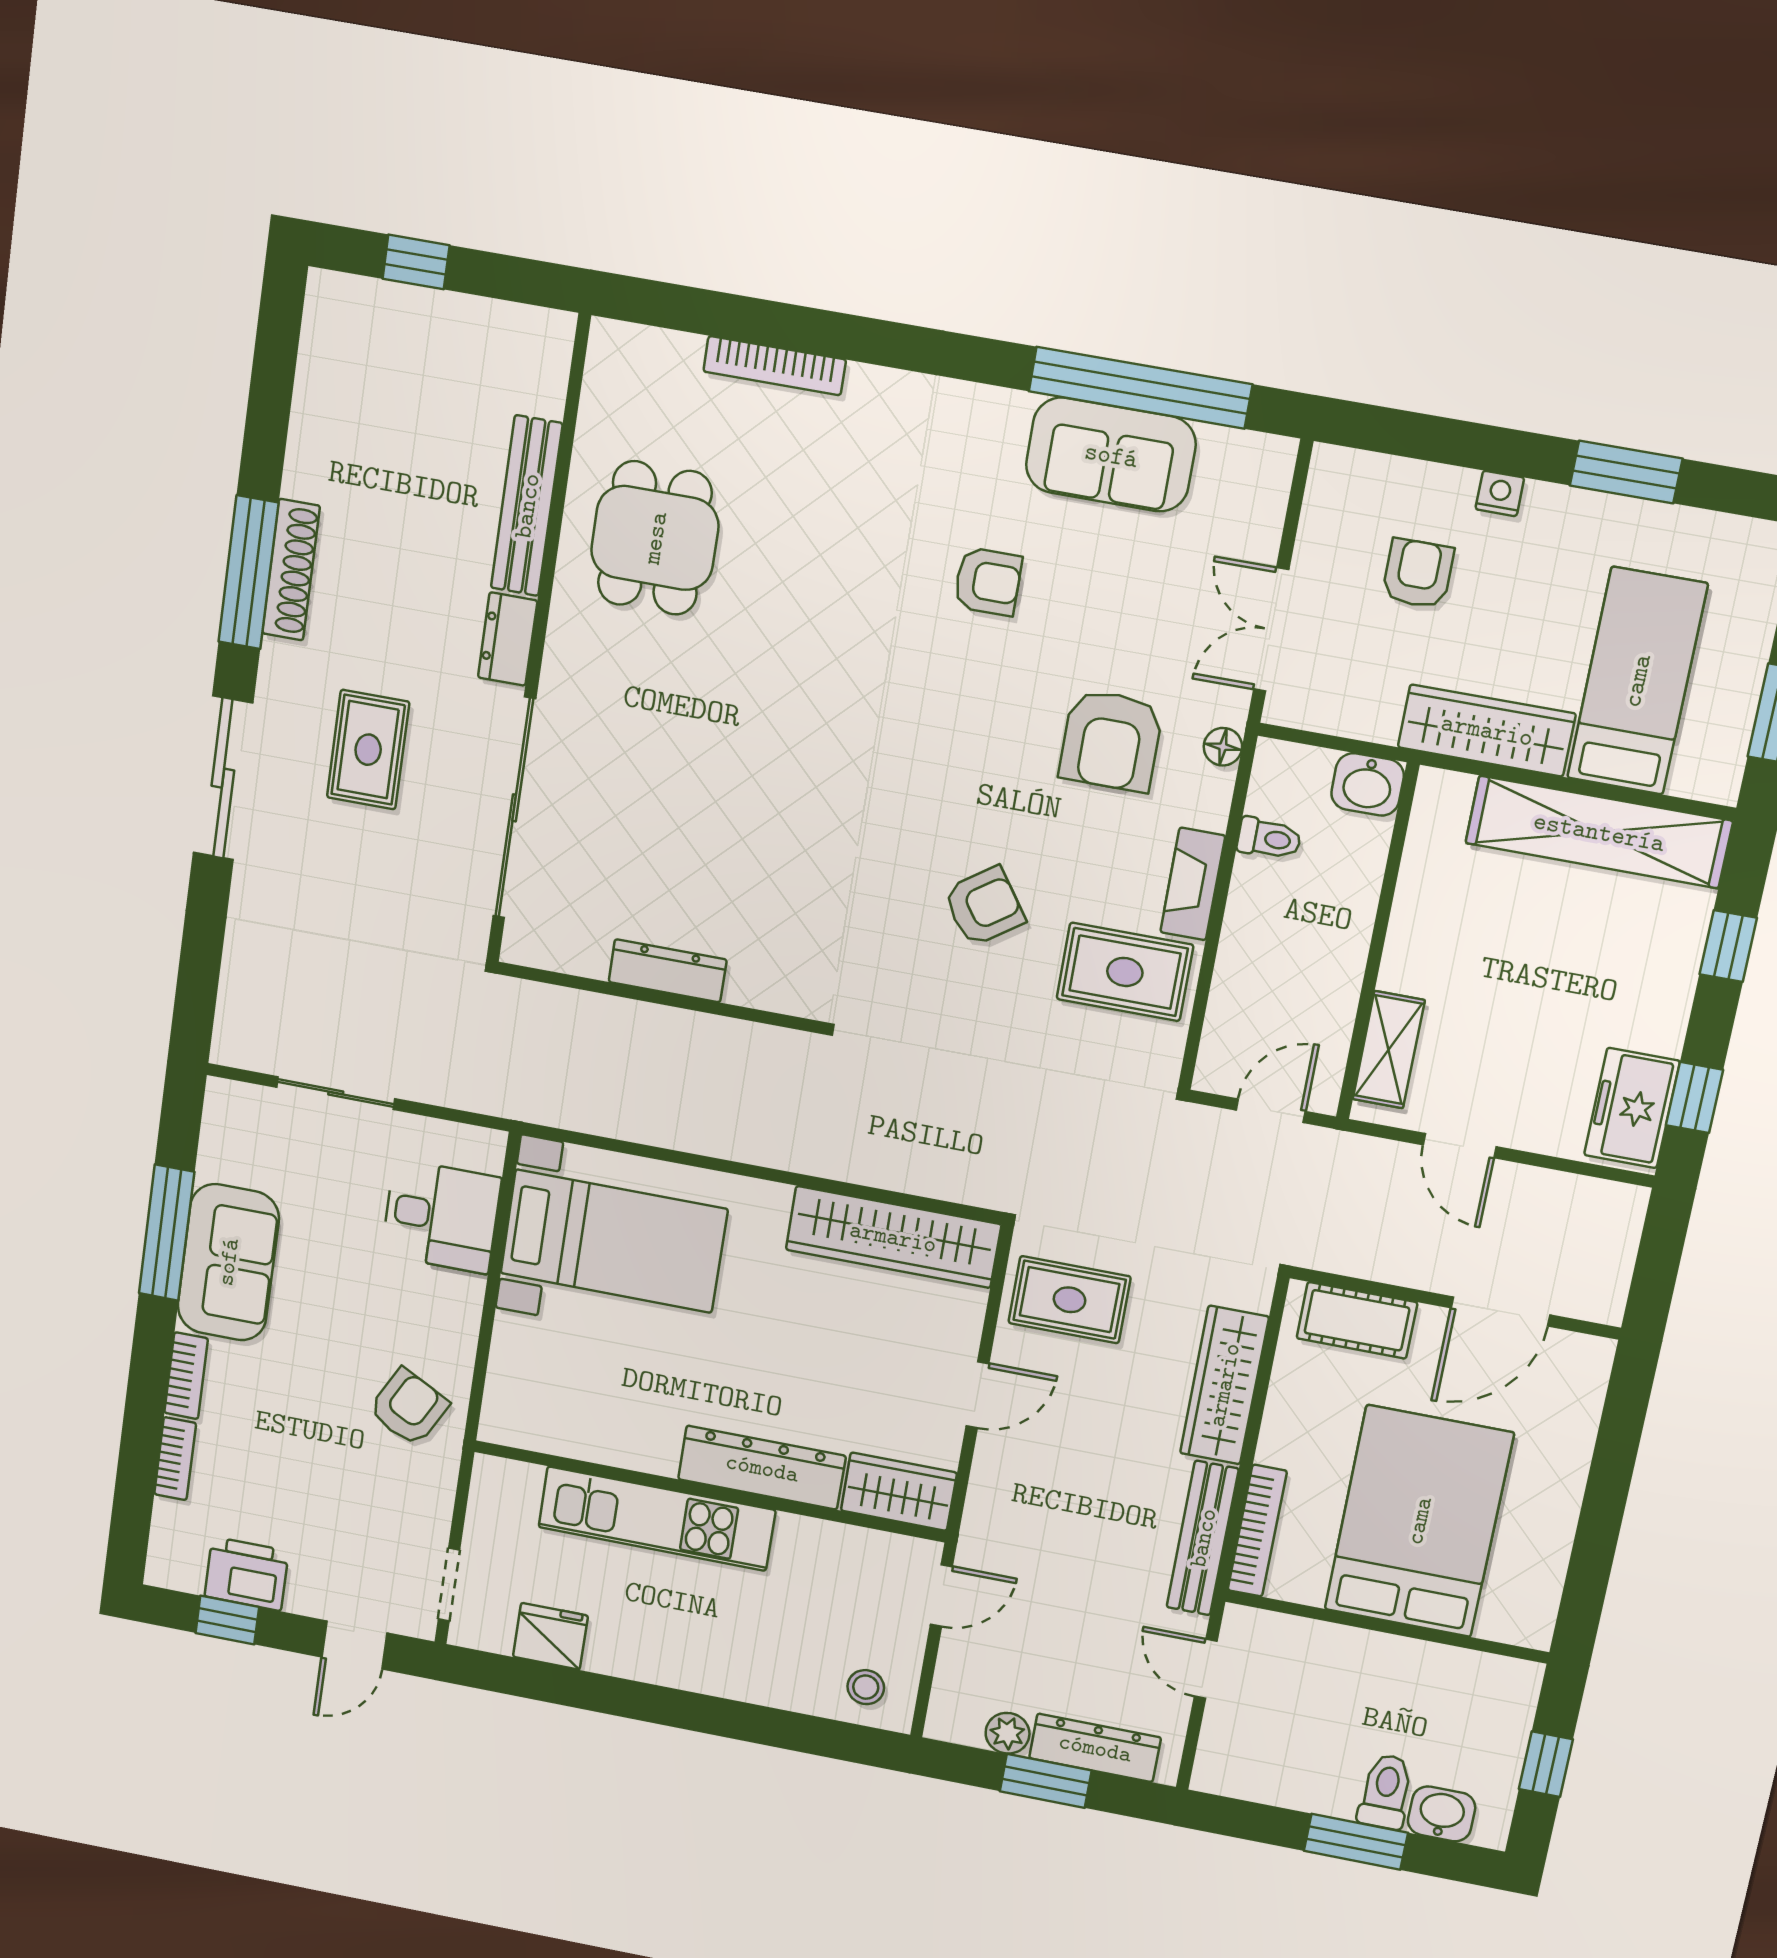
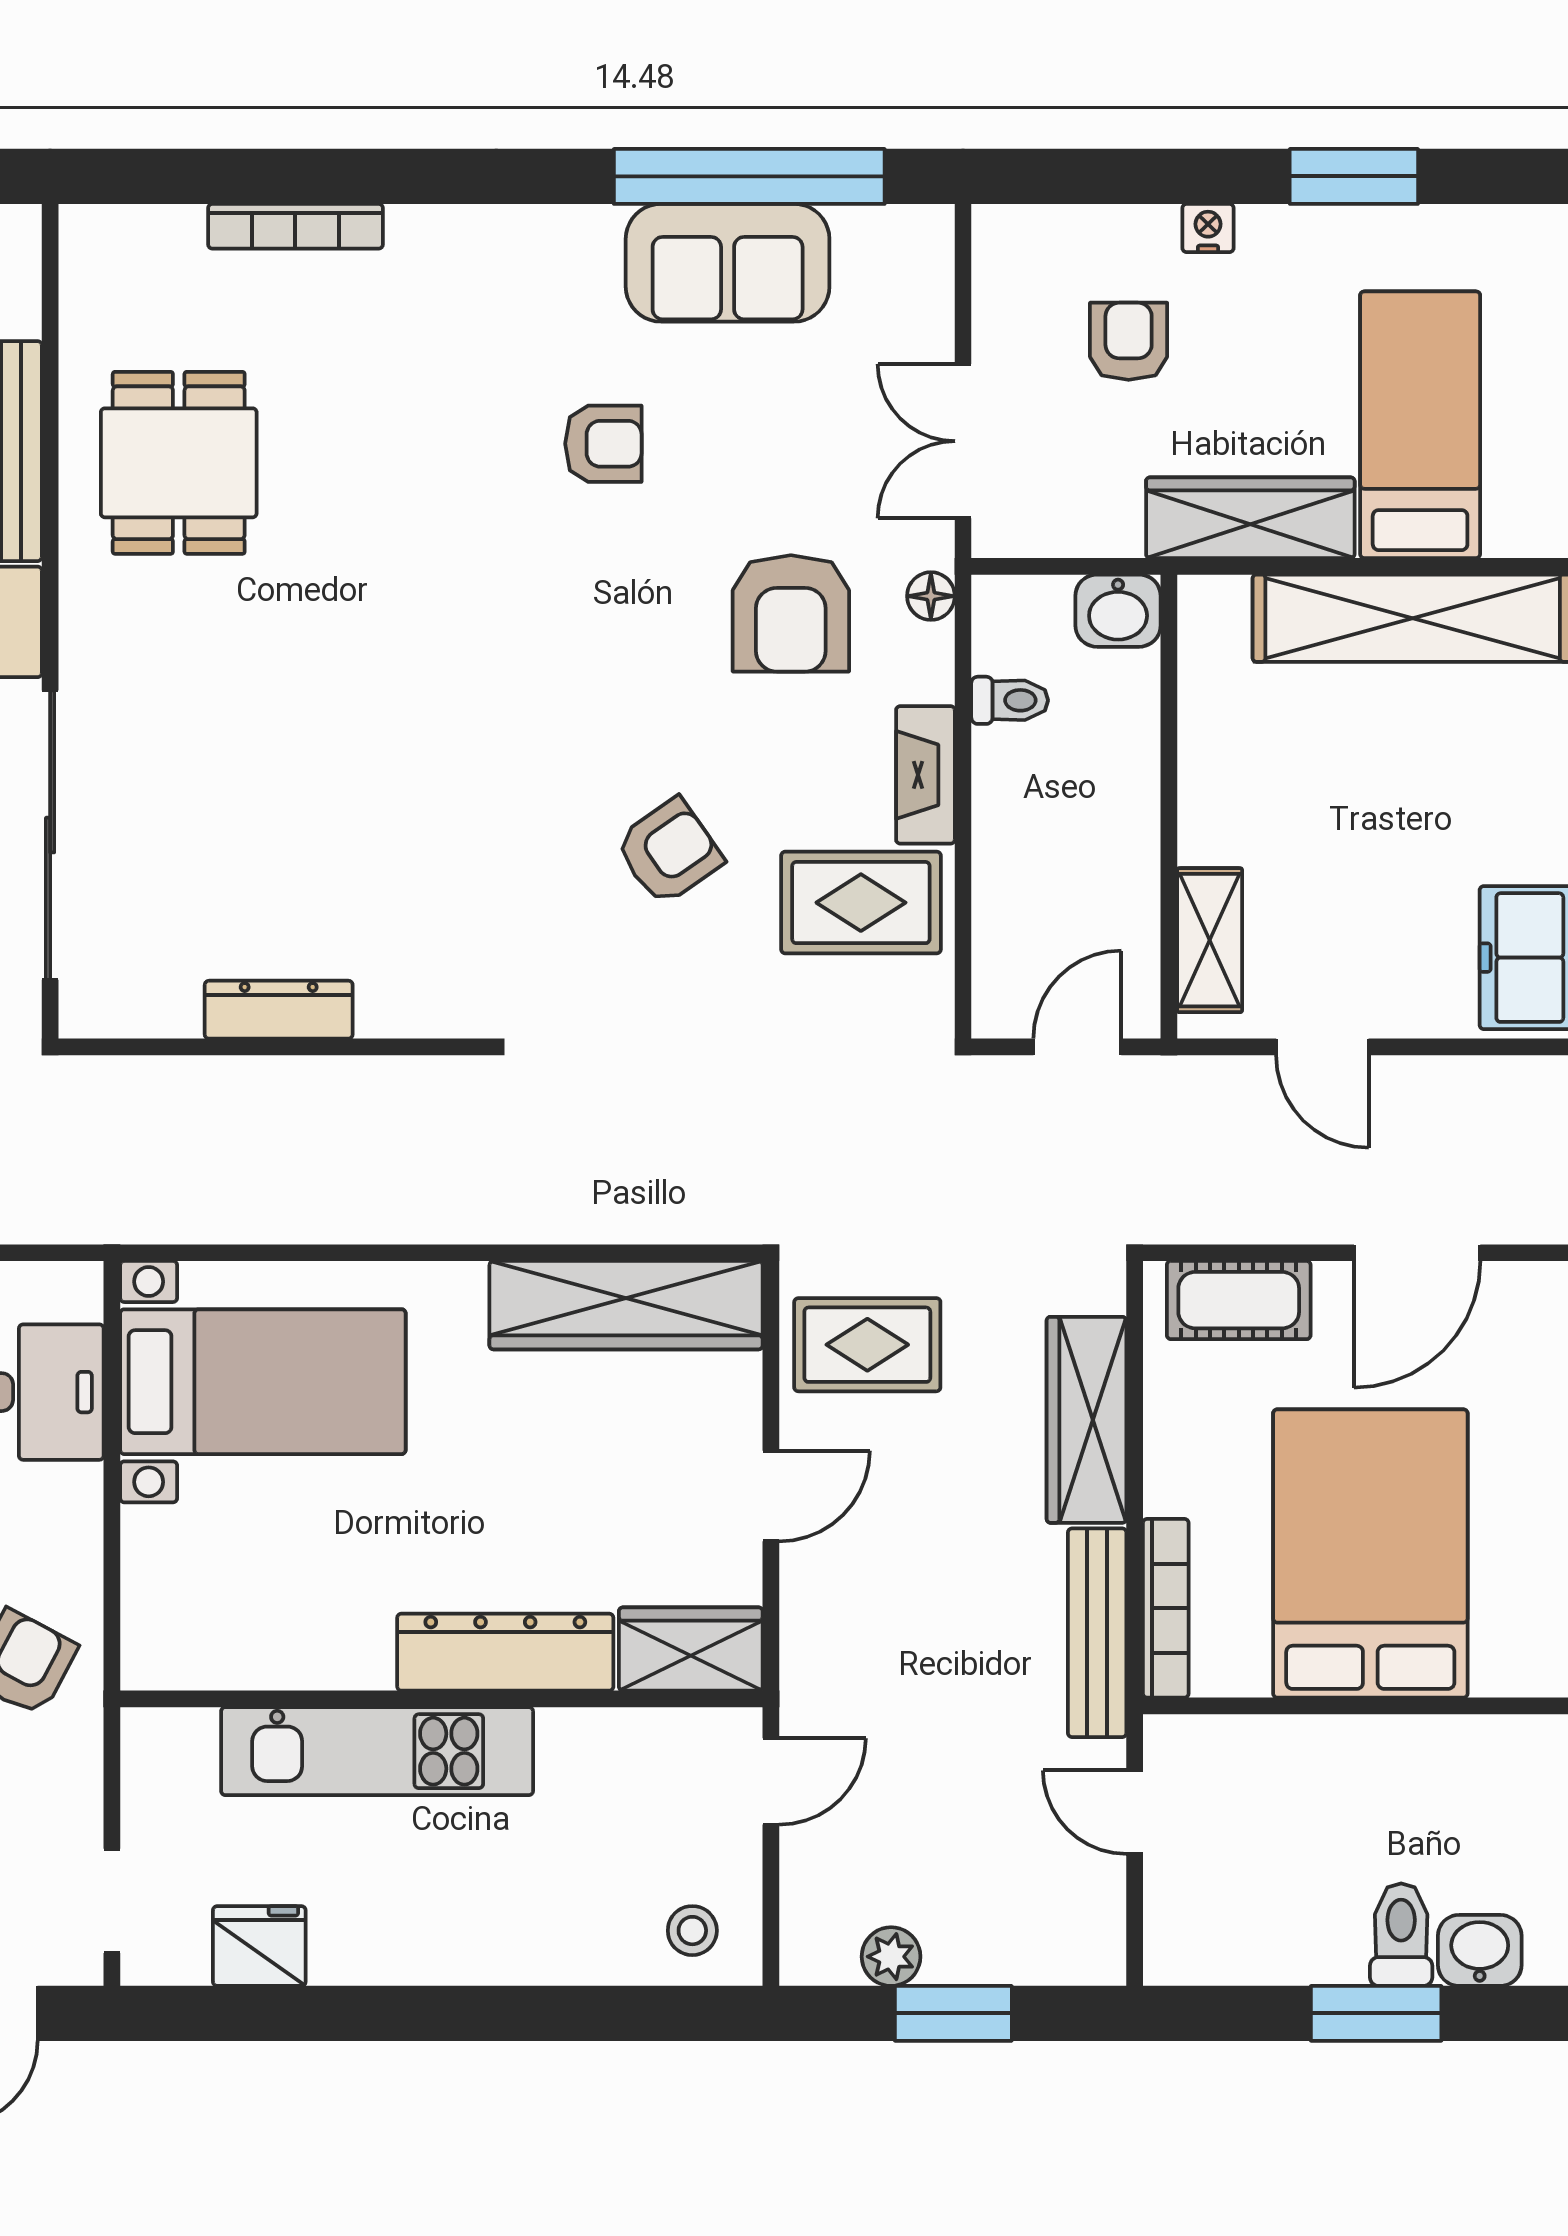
dresser: (1095, 1748) -> (1010, 1953), removed

